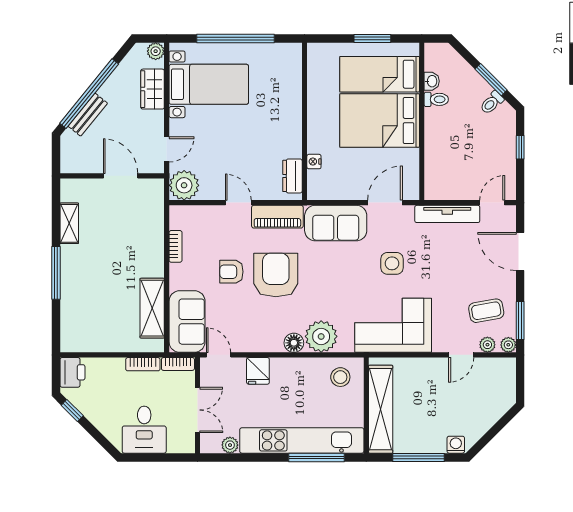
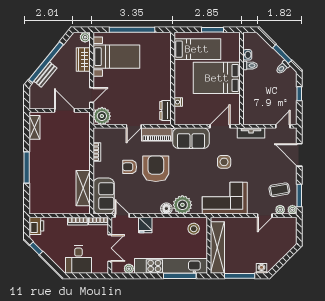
bed: (380, 74) -> (197, 49), moved, turned 180
door: (238, 203) -> (134, 126), swing flipped
tv unit: (447, 214) -> (251, 133), width x0.71
shelving: (69, 223) -> (34, 127), moved

